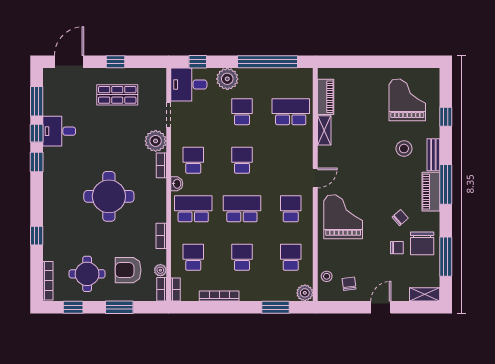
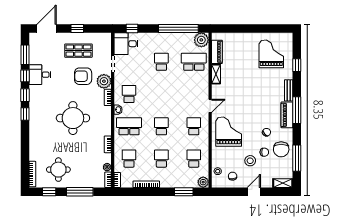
plant: (227, 79) -> (201, 40), moved
stool: (404, 149) -> (250, 161), moved
school desk: (242, 160) -> (161, 94), removed
school desk: (242, 209) -> (161, 126), width x0.54
window: (37, 236) -> (25, 114), moved
armchair: (128, 270) -> (83, 76), moved
window: (119, 307) -> (80, 192), width x1.44

